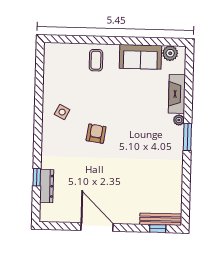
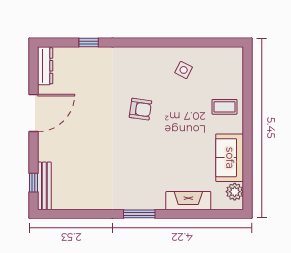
side table: (62, 112) -> (184, 70), moved
plant: (179, 120) -> (158, 204), removed
dresser: (47, 186) -> (45, 66), moved, turned -90

